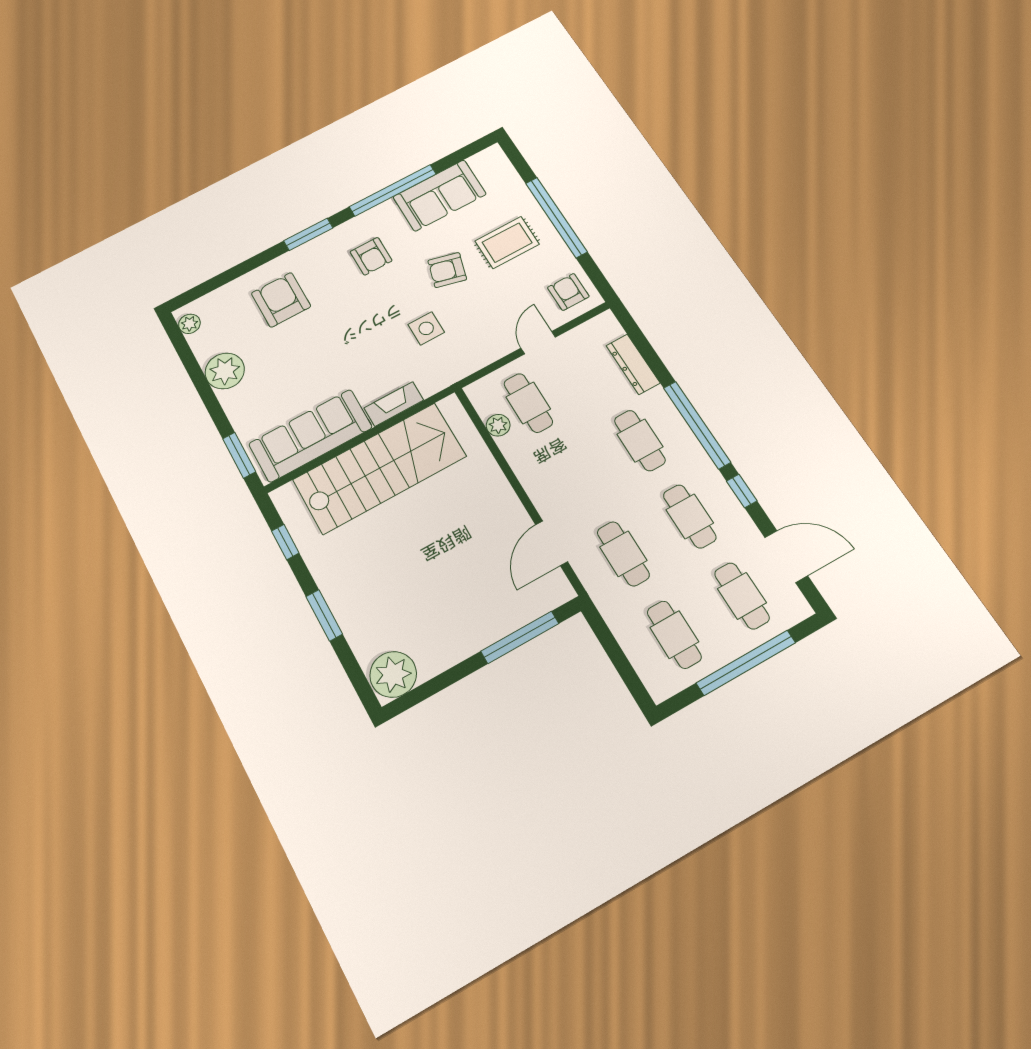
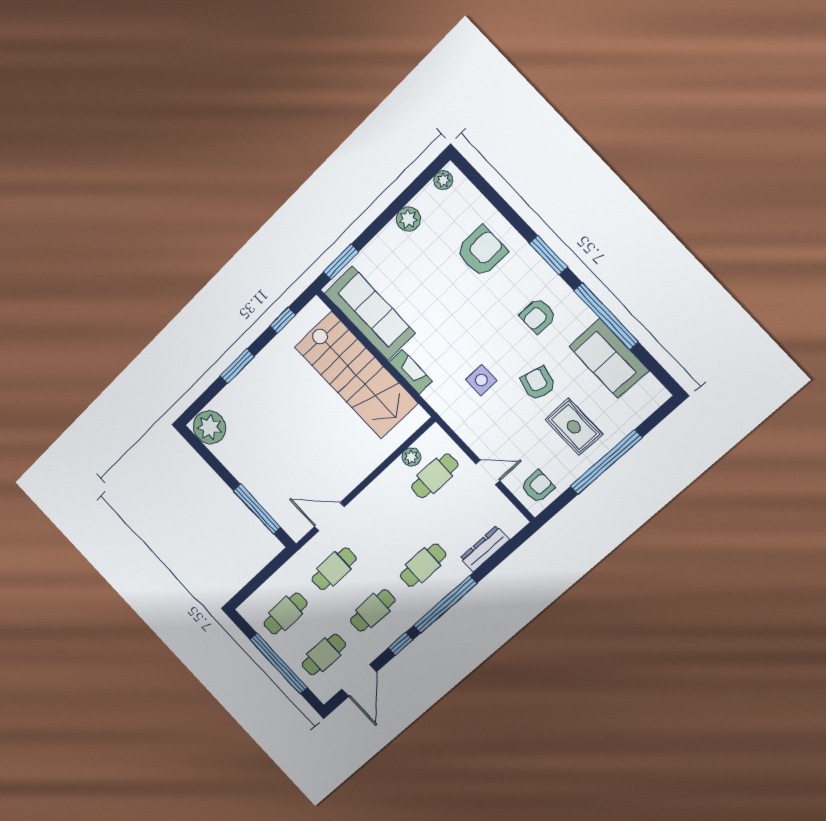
plant: (225, 371) -> (408, 219), width x0.73, depth x0.73

